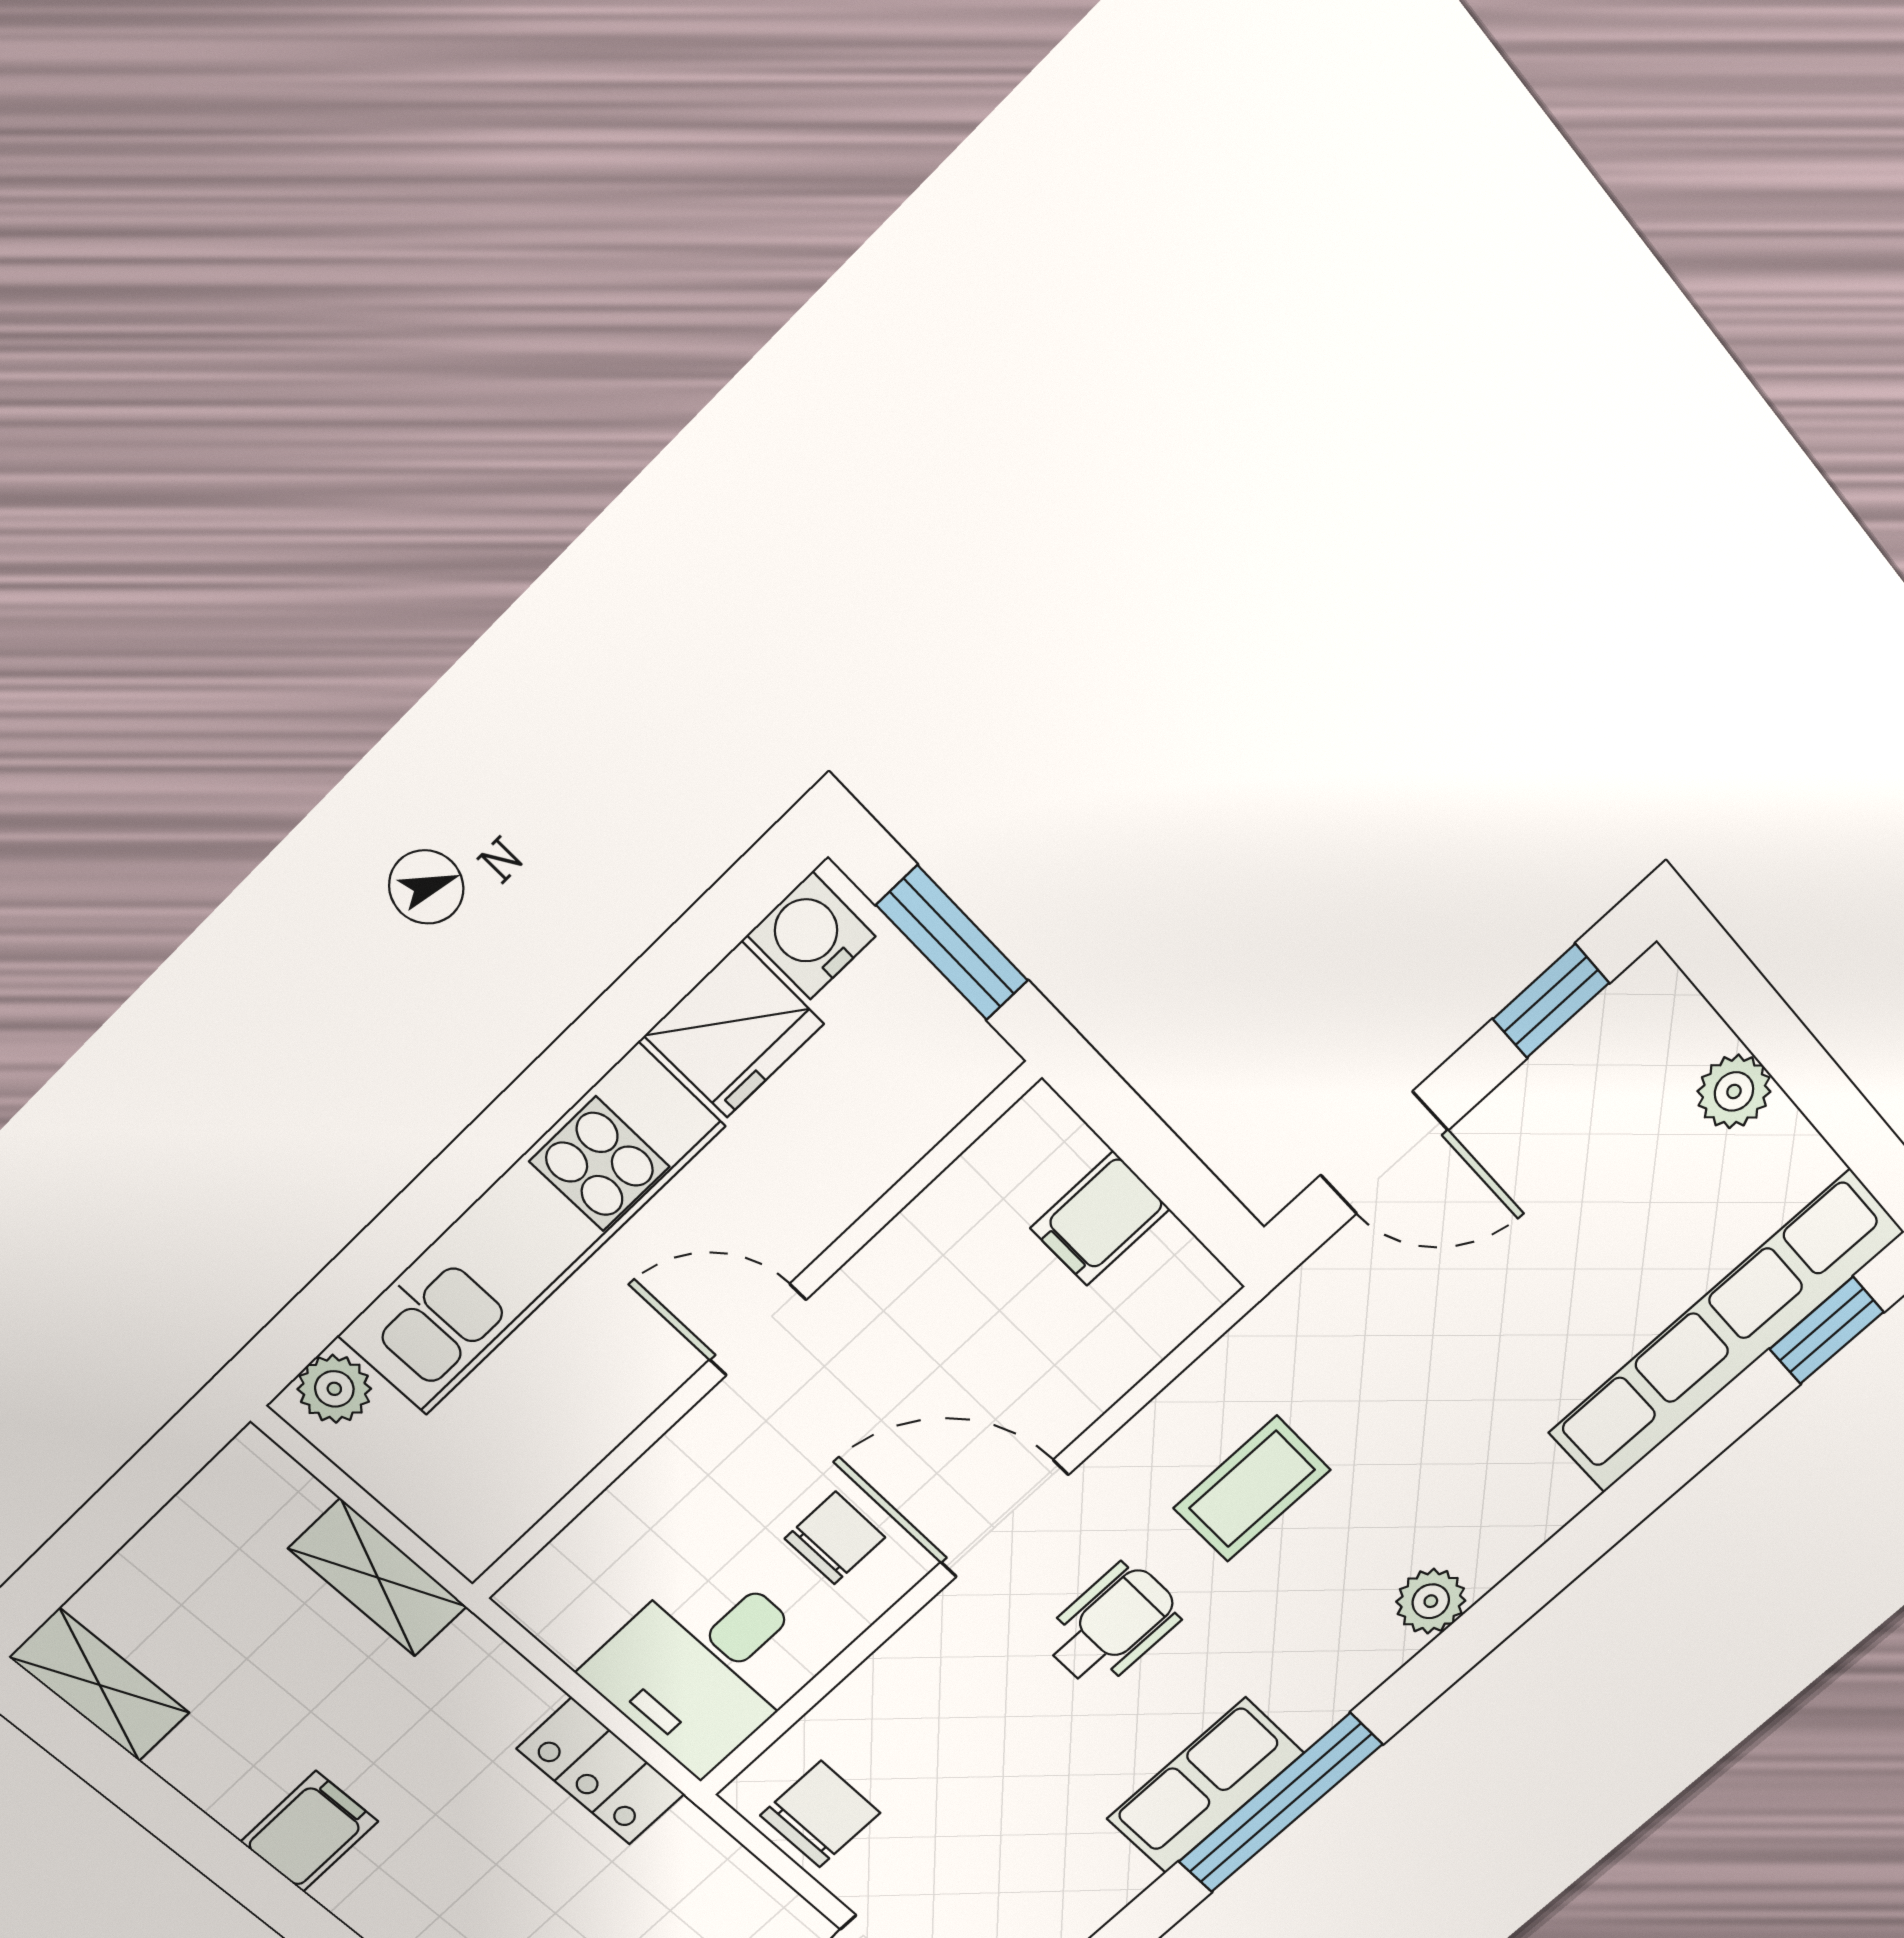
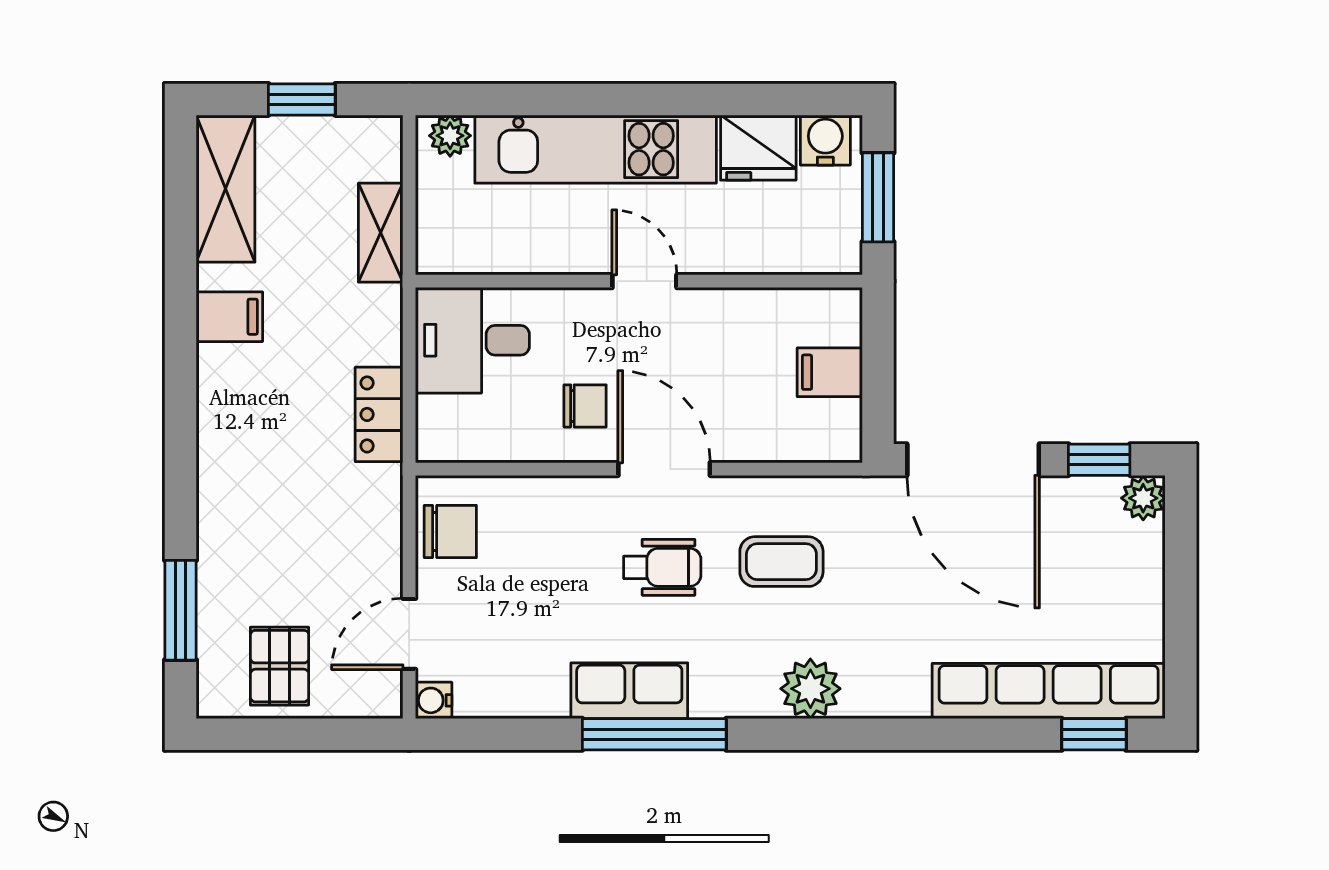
plant: (1734, 1091) -> (1143, 498), moved
door: (1384, 1153) -> (973, 460), width x1.88
window: (109, 1520) -> (302, 99), added
plant: (1431, 1601) -> (810, 689), width x1.38, depth x1.38
desk: (705, 1666) -> (472, 340), moved
shelving: (100, 1685) -> (226, 189), width x1.50, depth x1.33

